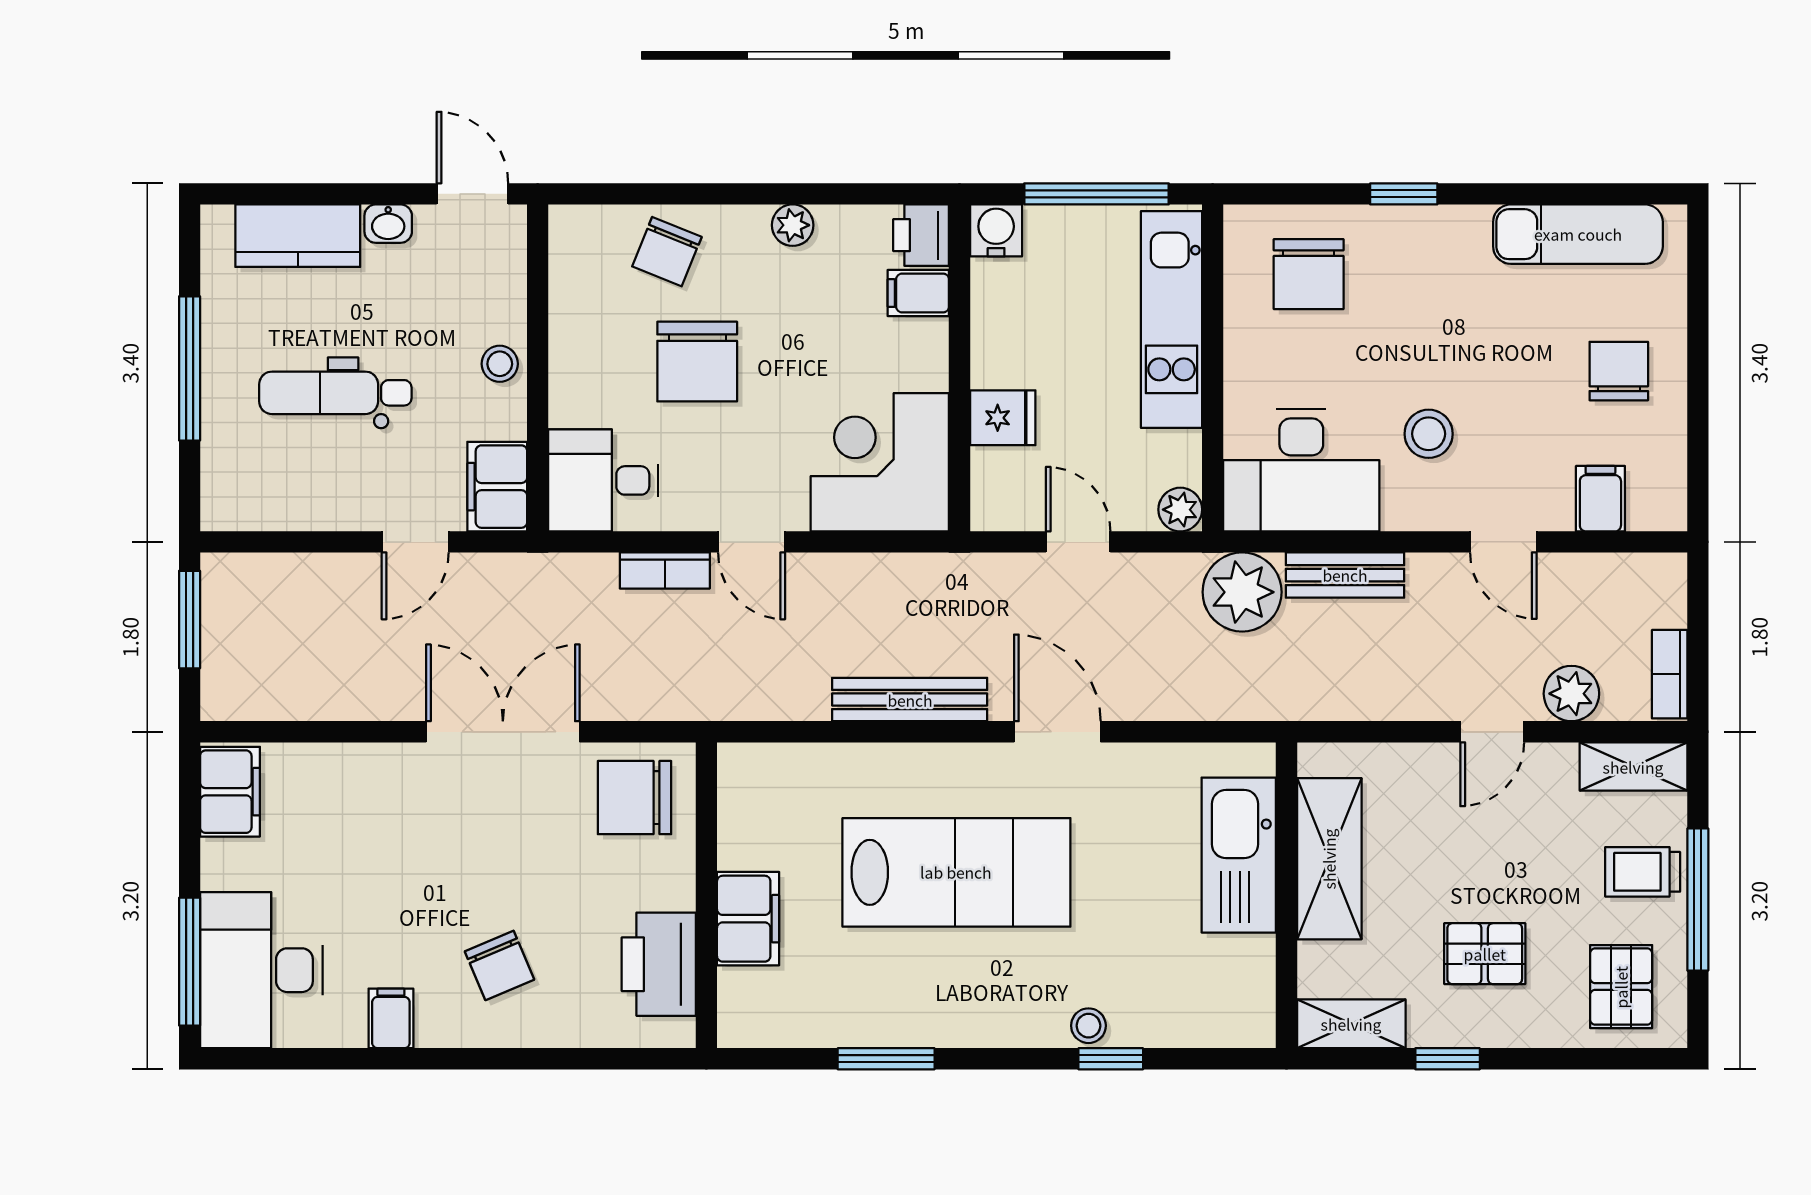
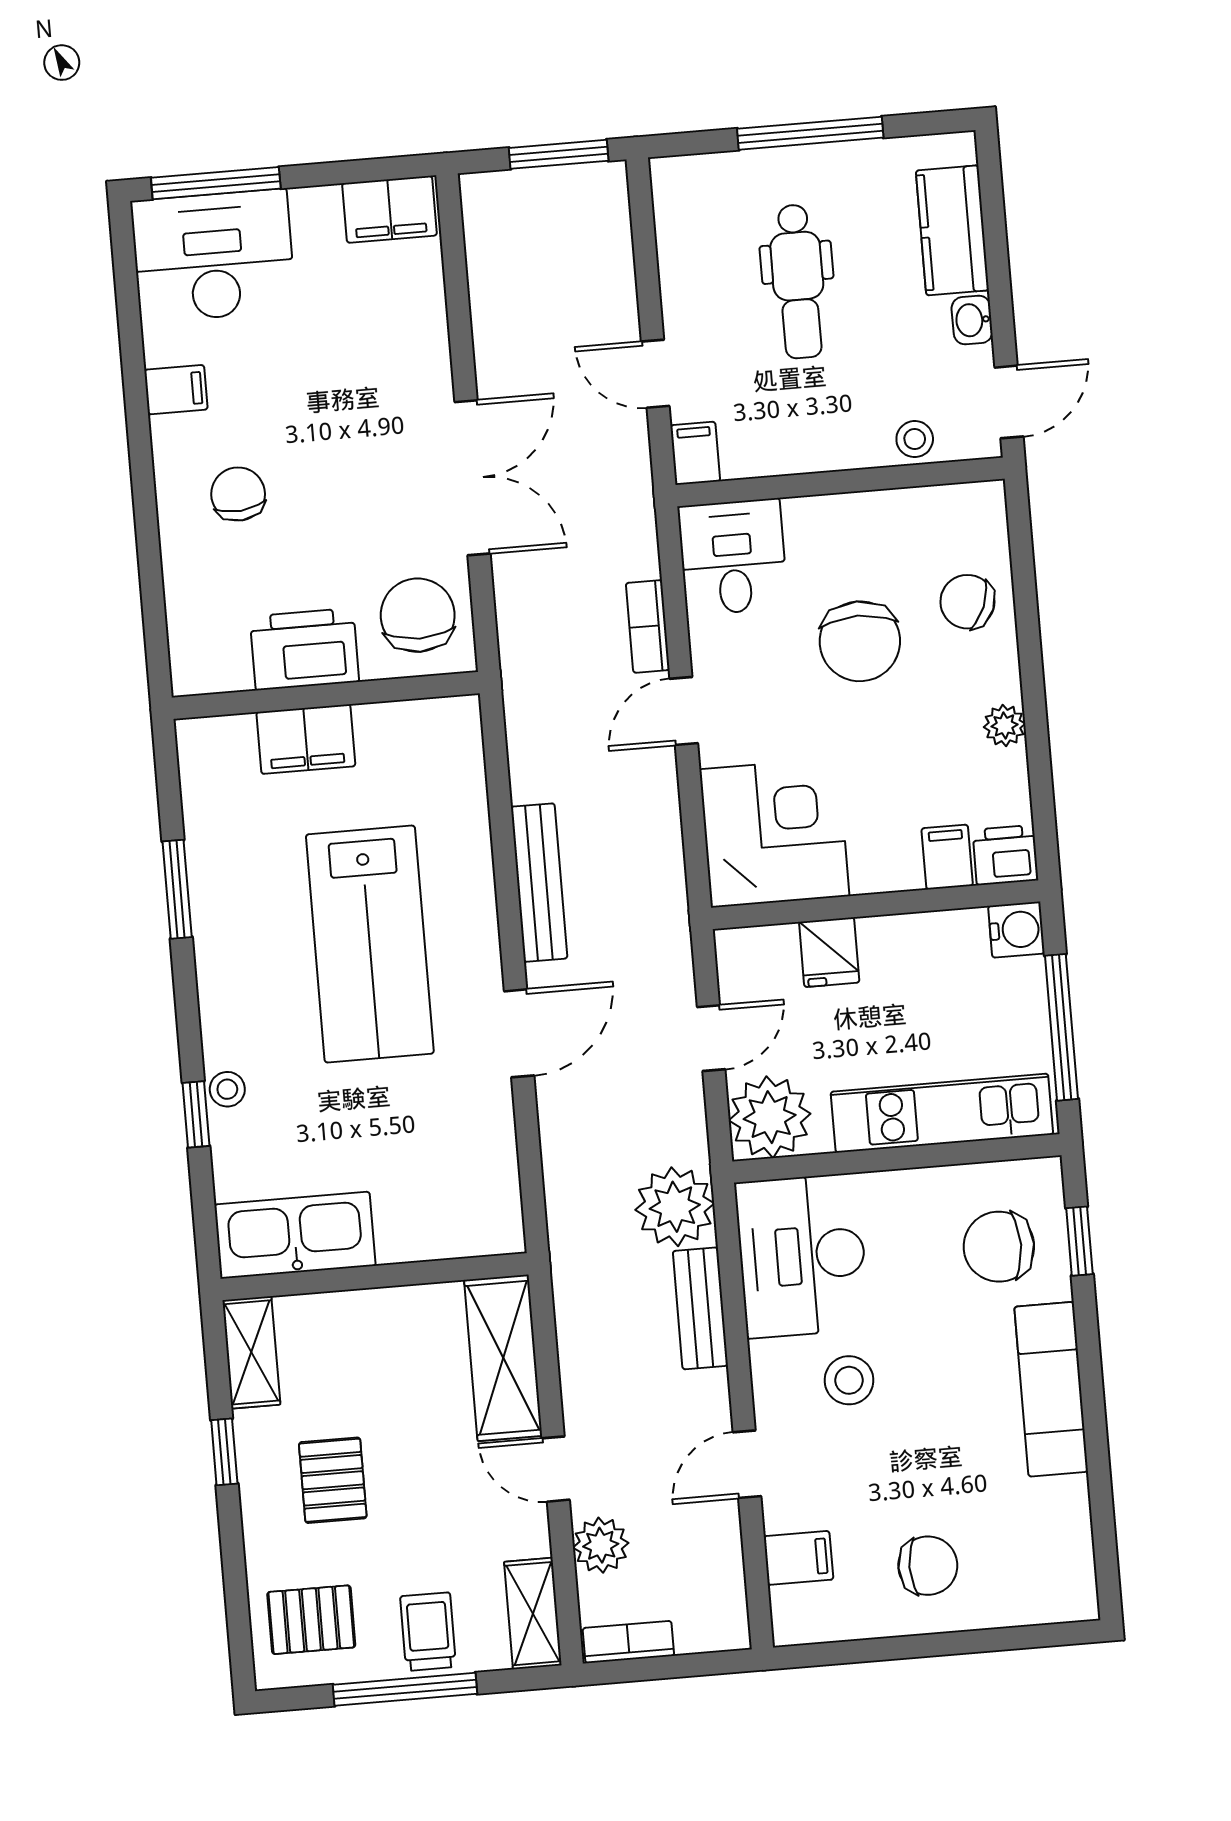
window: (1404, 194) -> (1079, 1241), moved
exam couch: (1578, 234) -> (1051, 1389), moved
chair: (697, 362) -> (860, 641), turned -90
stool: (500, 364) -> (915, 439), moved
dental chair: (335, 393) -> (798, 281), turned 180
filing cabinet: (497, 487) -> (695, 453), width x0.50
plant: (1180, 510) -> (770, 1117), width x1.88, depth x1.88
kitchen sink: (1239, 855) -> (295, 1235), moved
shelving: (1329, 859) -> (503, 1358), moved, turned 90
printer: (659, 964) -> (304, 649), moved
chair: (500, 965) -> (238, 494), turned 108

